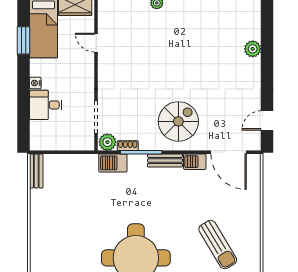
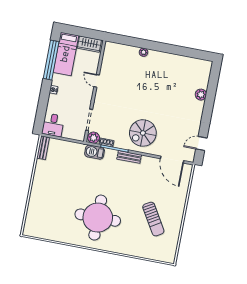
window: (24, 40) -> (51, 60), width x2.11
door: (96, 43) -> (97, 81), moved
desk: (46, 105) -> (53, 125), moved, turned -90
spiral stairs: (178, 121) -> (143, 133), turned 180
barbecue: (195, 162) -> (149, 162), removed

